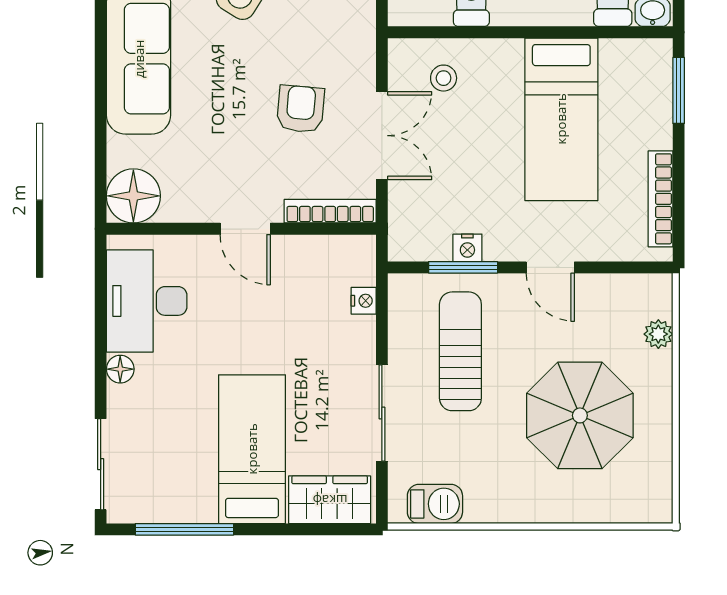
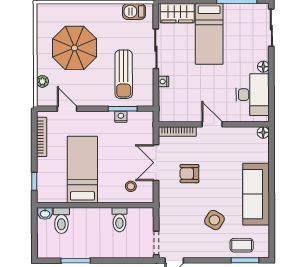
window: (679, 90) -> (34, 181), width x0.67
armchair: (301, 109) -> (189, 174), turned 85
floor lamp: (133, 196) -> (263, 132), width x0.53, depth x0.53
door: (550, 267) -> (67, 109), moved
nightstand: (364, 301) -> (163, 82), moved

